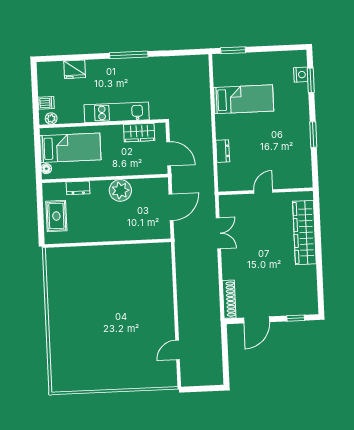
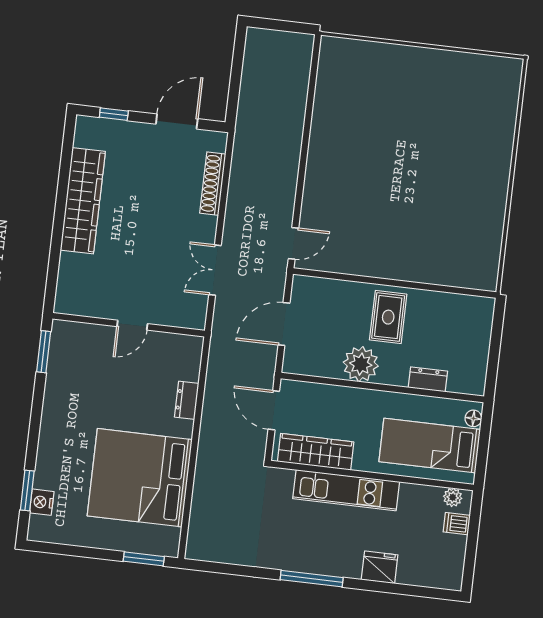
fridge: (75, 69) -> (380, 567), moved
bed: (244, 99) -> (140, 478), width x2.04
wardrobe: (139, 133) -> (316, 452), width x1.50
window: (313, 135) -> (44, 352), moved
rug: (56, 216) -> (388, 317), moved
wardrobe: (304, 233) -> (83, 201), moved
shoe rack: (229, 299) -> (213, 184), moved
door: (178, 350) -> (293, 243), moved

